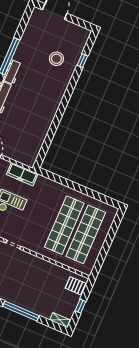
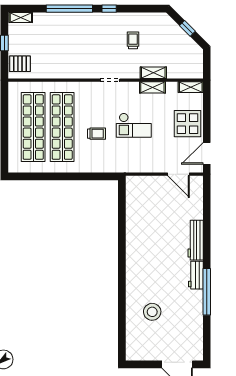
window: (82, 61) -> (122, 322), removed
freezer: (22, 174) -> (135, 164), removed
trolley: (41, 209) -> (96, 134), added

